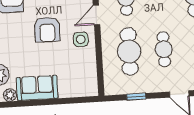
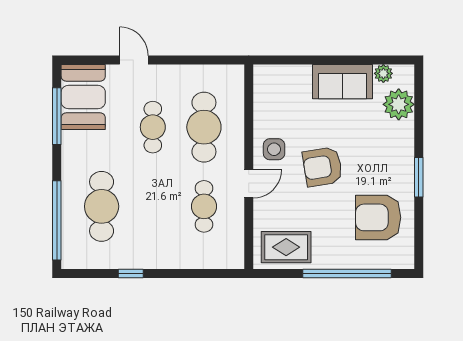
armchair: (47, 29) -> (323, 167), turned -99
window: (136, 97) -> (197, 60), removed

